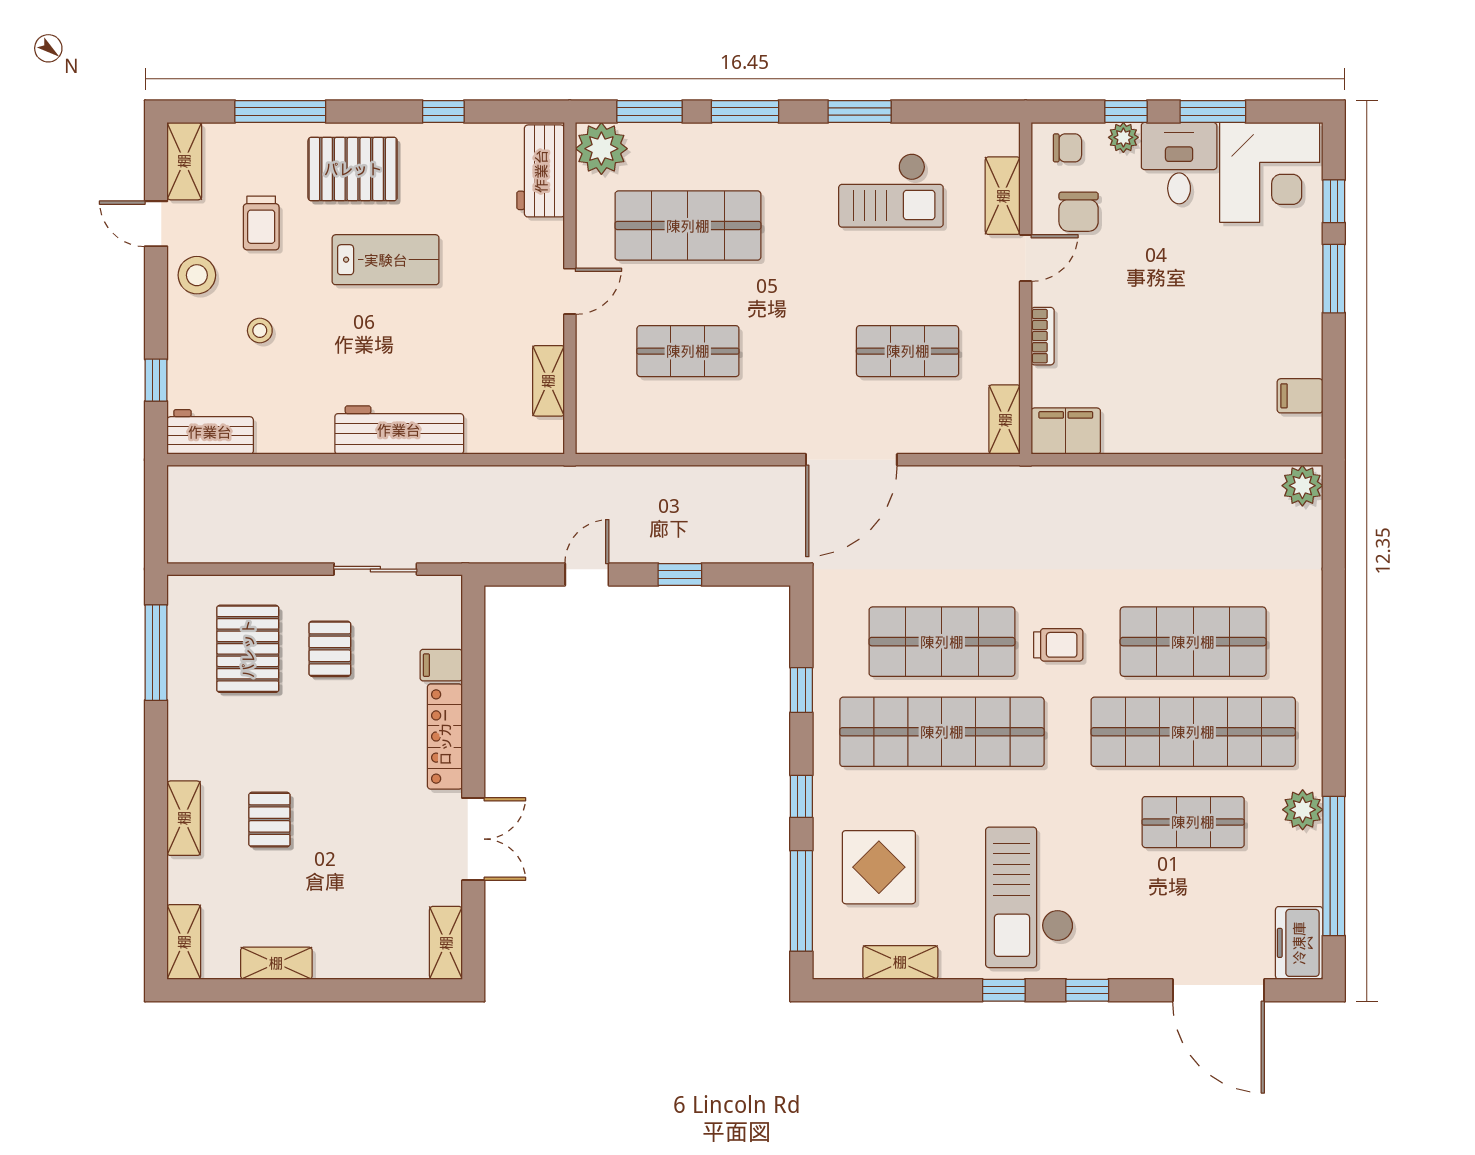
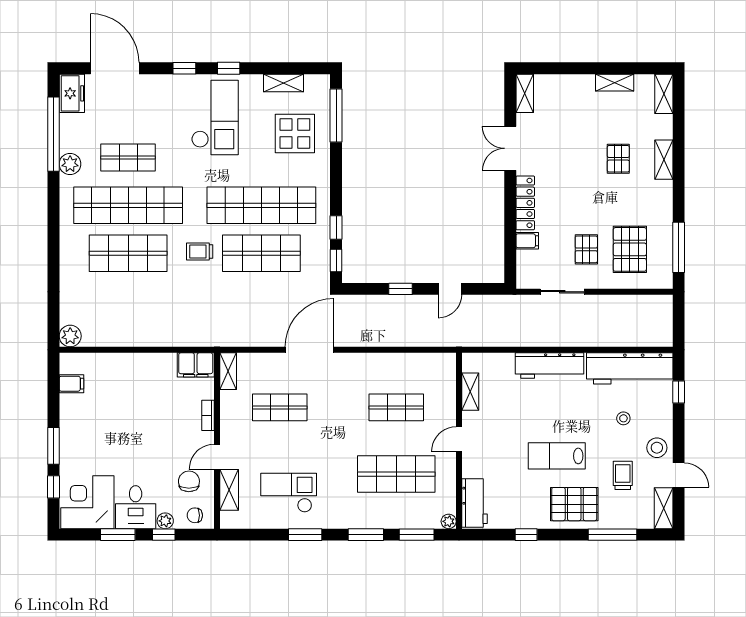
plant: (601, 149) -> (449, 521), width x0.53, depth x0.53
workbench: (210, 432) -> (630, 368), width x1.88, depth x1.32
window: (801, 796) -> (336, 261), moved

